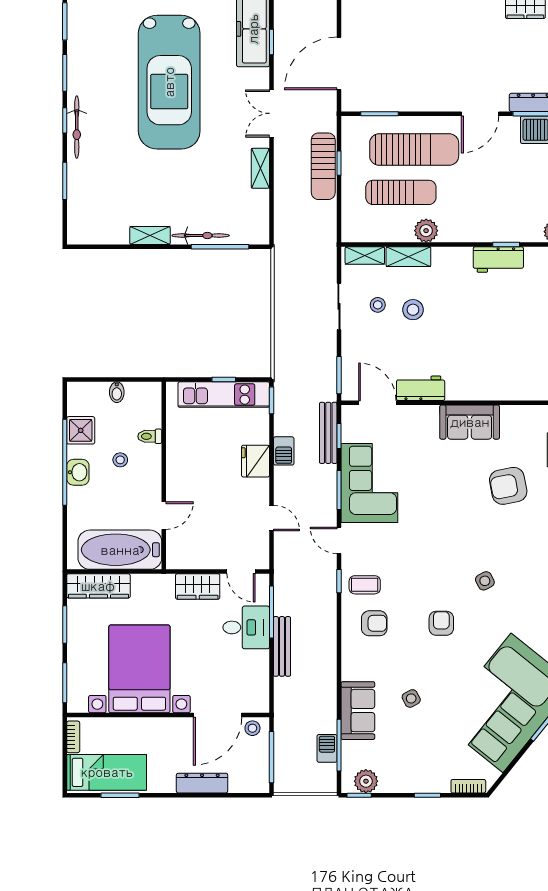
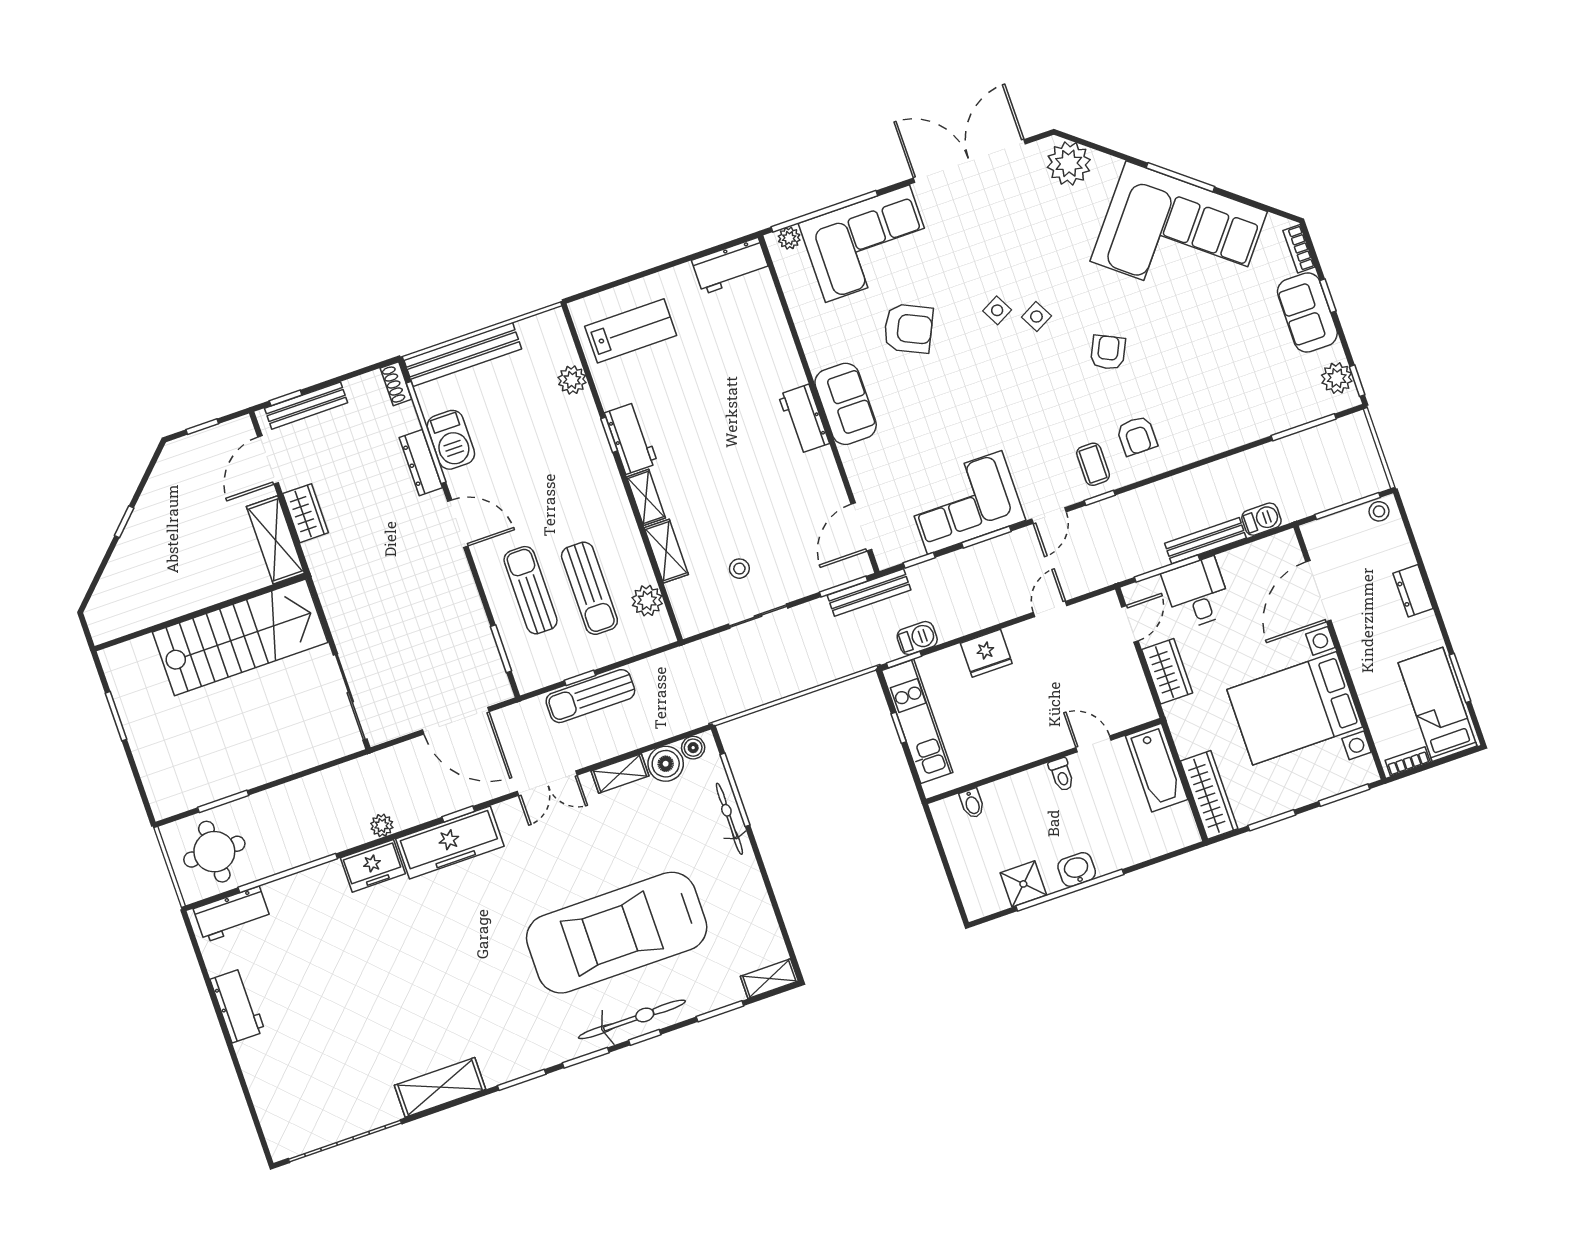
car: (169, 82) -> (617, 933), moved, turned 180
bicycle: (77, 127) -> (632, 1019), width x1.37, depth x1.40
sun lounger: (414, 150) -> (531, 590), width x0.73, depth x0.75
sun lounger: (323, 166) -> (590, 696), turned 180
sun lounger: (401, 192) -> (589, 588), turned 180
boiler: (256, 203) -> (666, 764), added
boiler: (261, 227) -> (693, 748), added
plant: (426, 231) -> (647, 601), moved
shelving: (150, 235) -> (769, 979), moved, turned 90
shelving: (365, 256) -> (646, 497), moved
stool: (413, 310) -> (730, 523), removed
workbench: (421, 388) -> (804, 419), moved
bidet: (117, 392) -> (972, 803), moved, turned 90
bench: (328, 433) -> (869, 593), moved
toilet: (150, 436) -> (1062, 775), moved
barbecue: (284, 451) -> (917, 638), moved
stool: (120, 460) -> (1043, 822), removed
armchair: (508, 486) -> (908, 328), turned -54
bathtub: (120, 550) -> (1157, 768), width x0.73, depth x0.73
armchair: (374, 623) -> (1137, 436), turned 180
armchair: (441, 623) -> (1108, 352), turned 116
side table: (411, 698) -> (997, 310), moved
sofa: (358, 711) -> (1307, 313), moved, turned -90
door: (218, 715) -> (1318, 591), swing flipped
stool: (252, 728) -> (1379, 511), moved
barbecue: (327, 748) -> (1261, 519), moved, turned 180
dresser: (202, 783) -> (1413, 591), width x0.70

